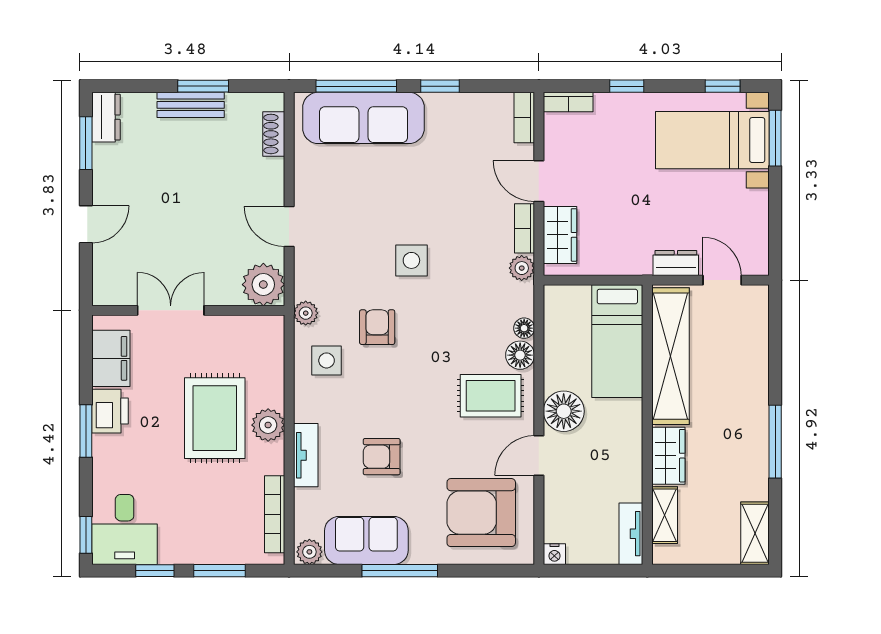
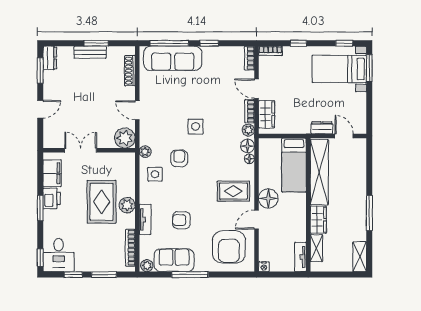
shoe rack: (274, 134) -> (130, 71), width x1.43
floor lamp: (520, 355) -> (247, 146), moved
armchair: (481, 513) -> (229, 247), turned -90

